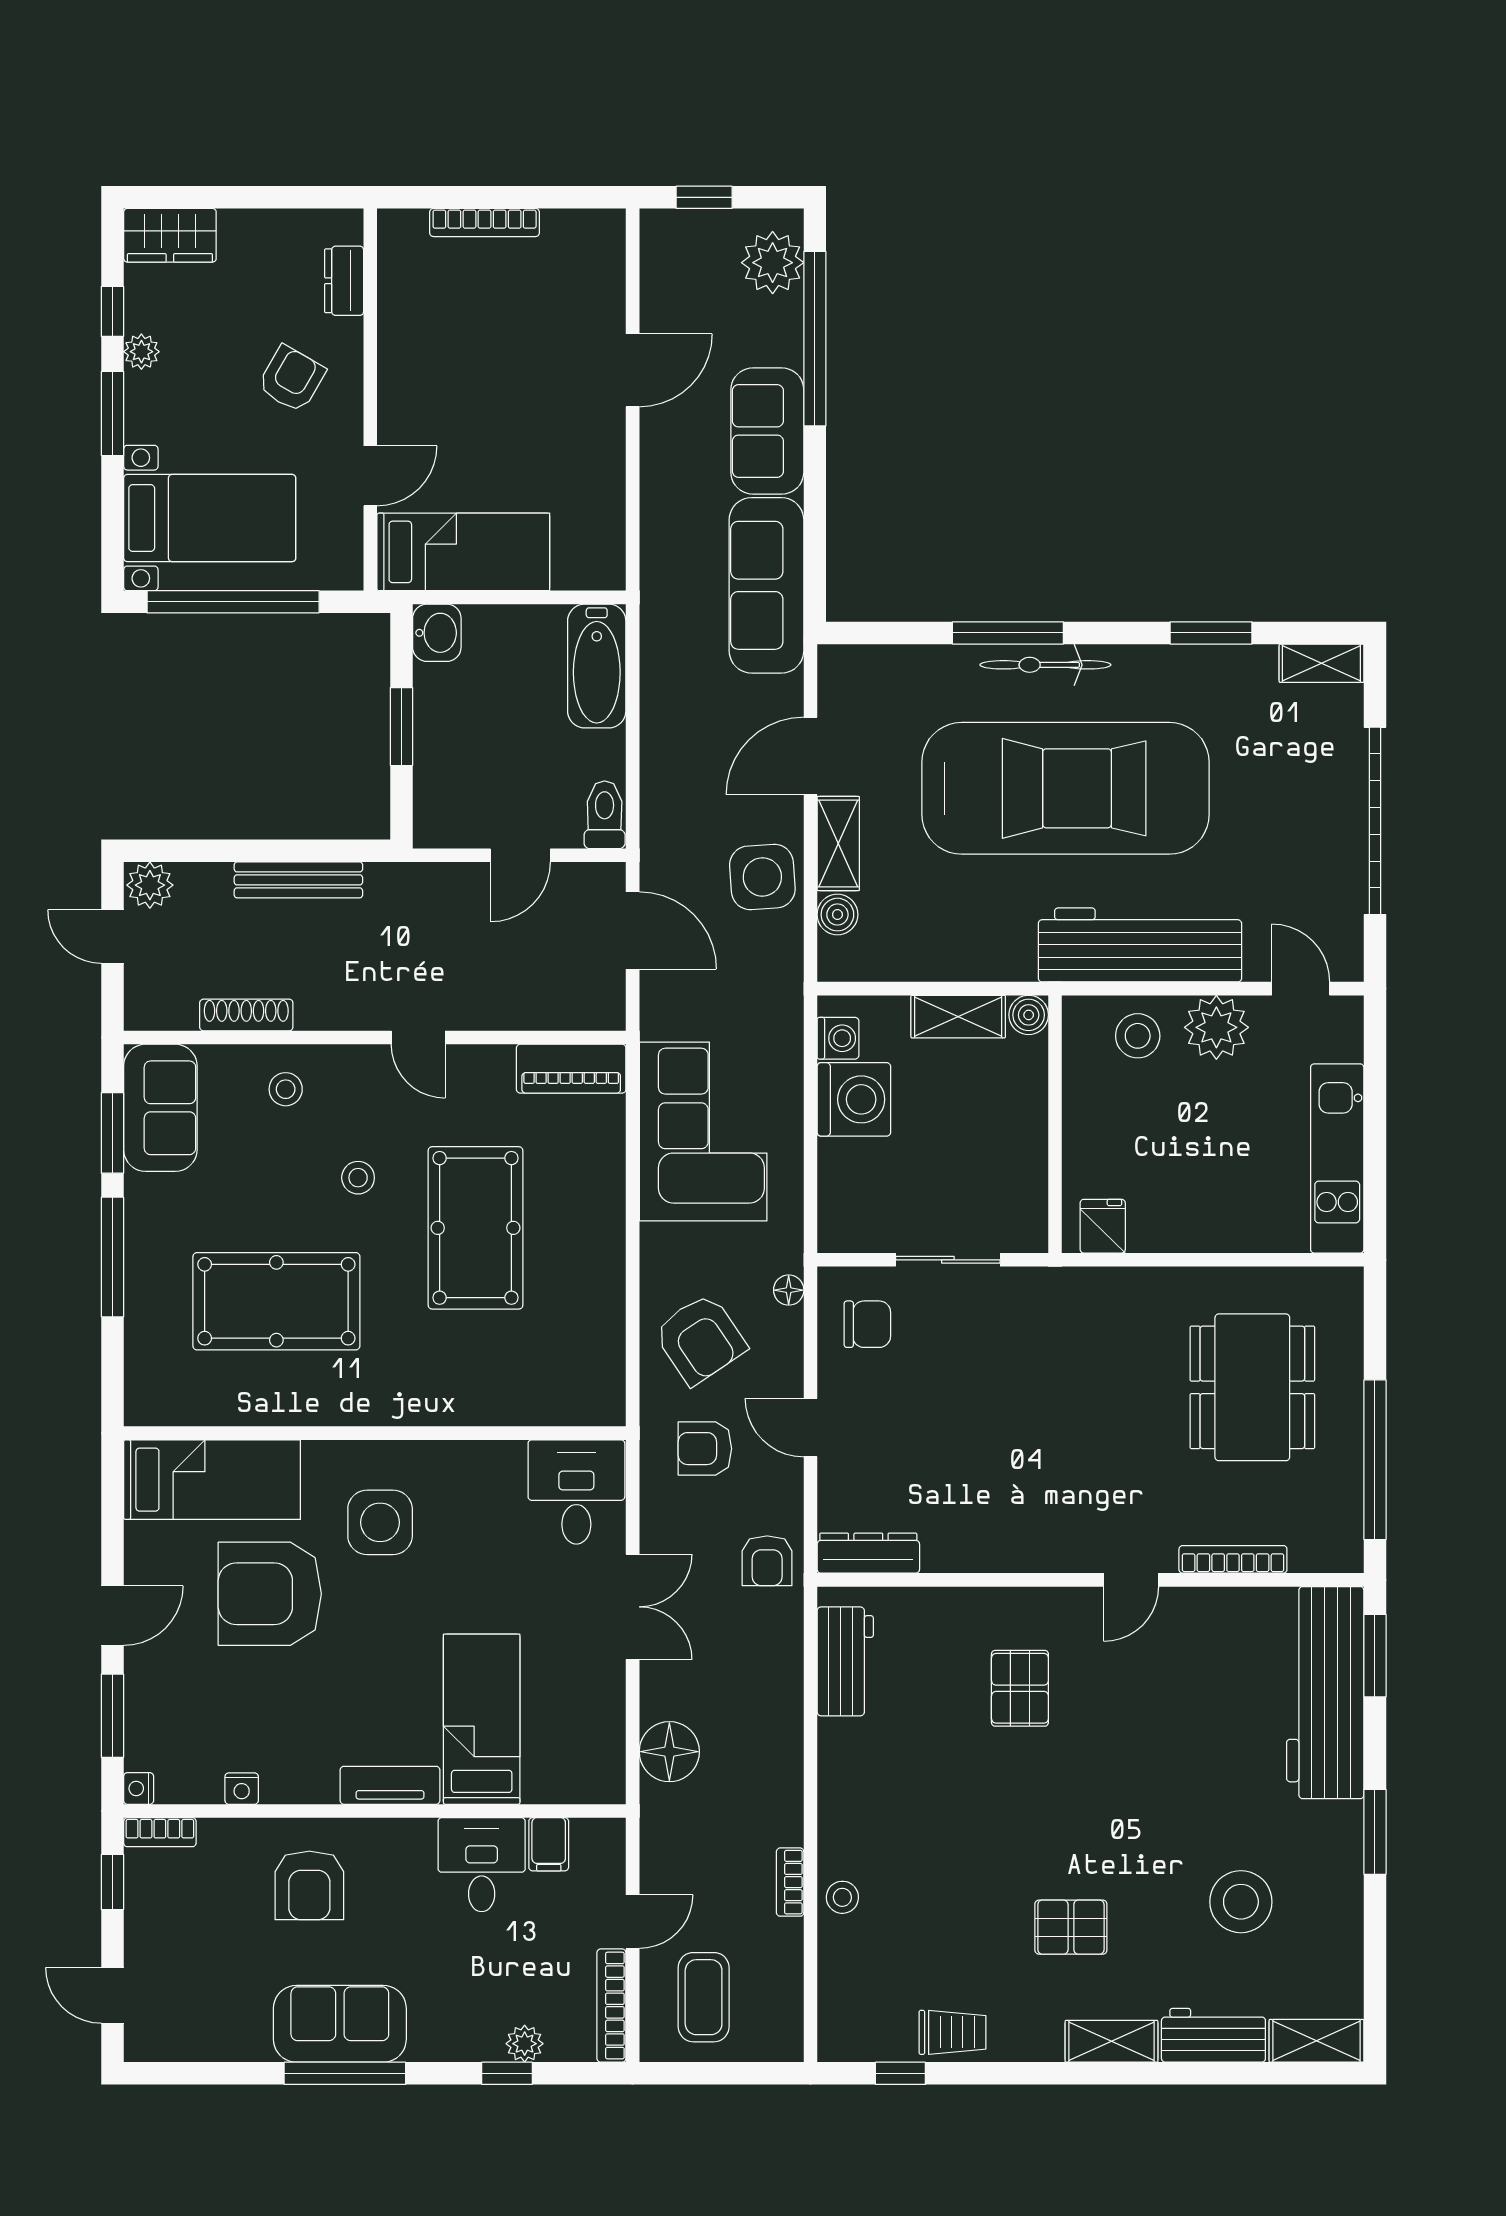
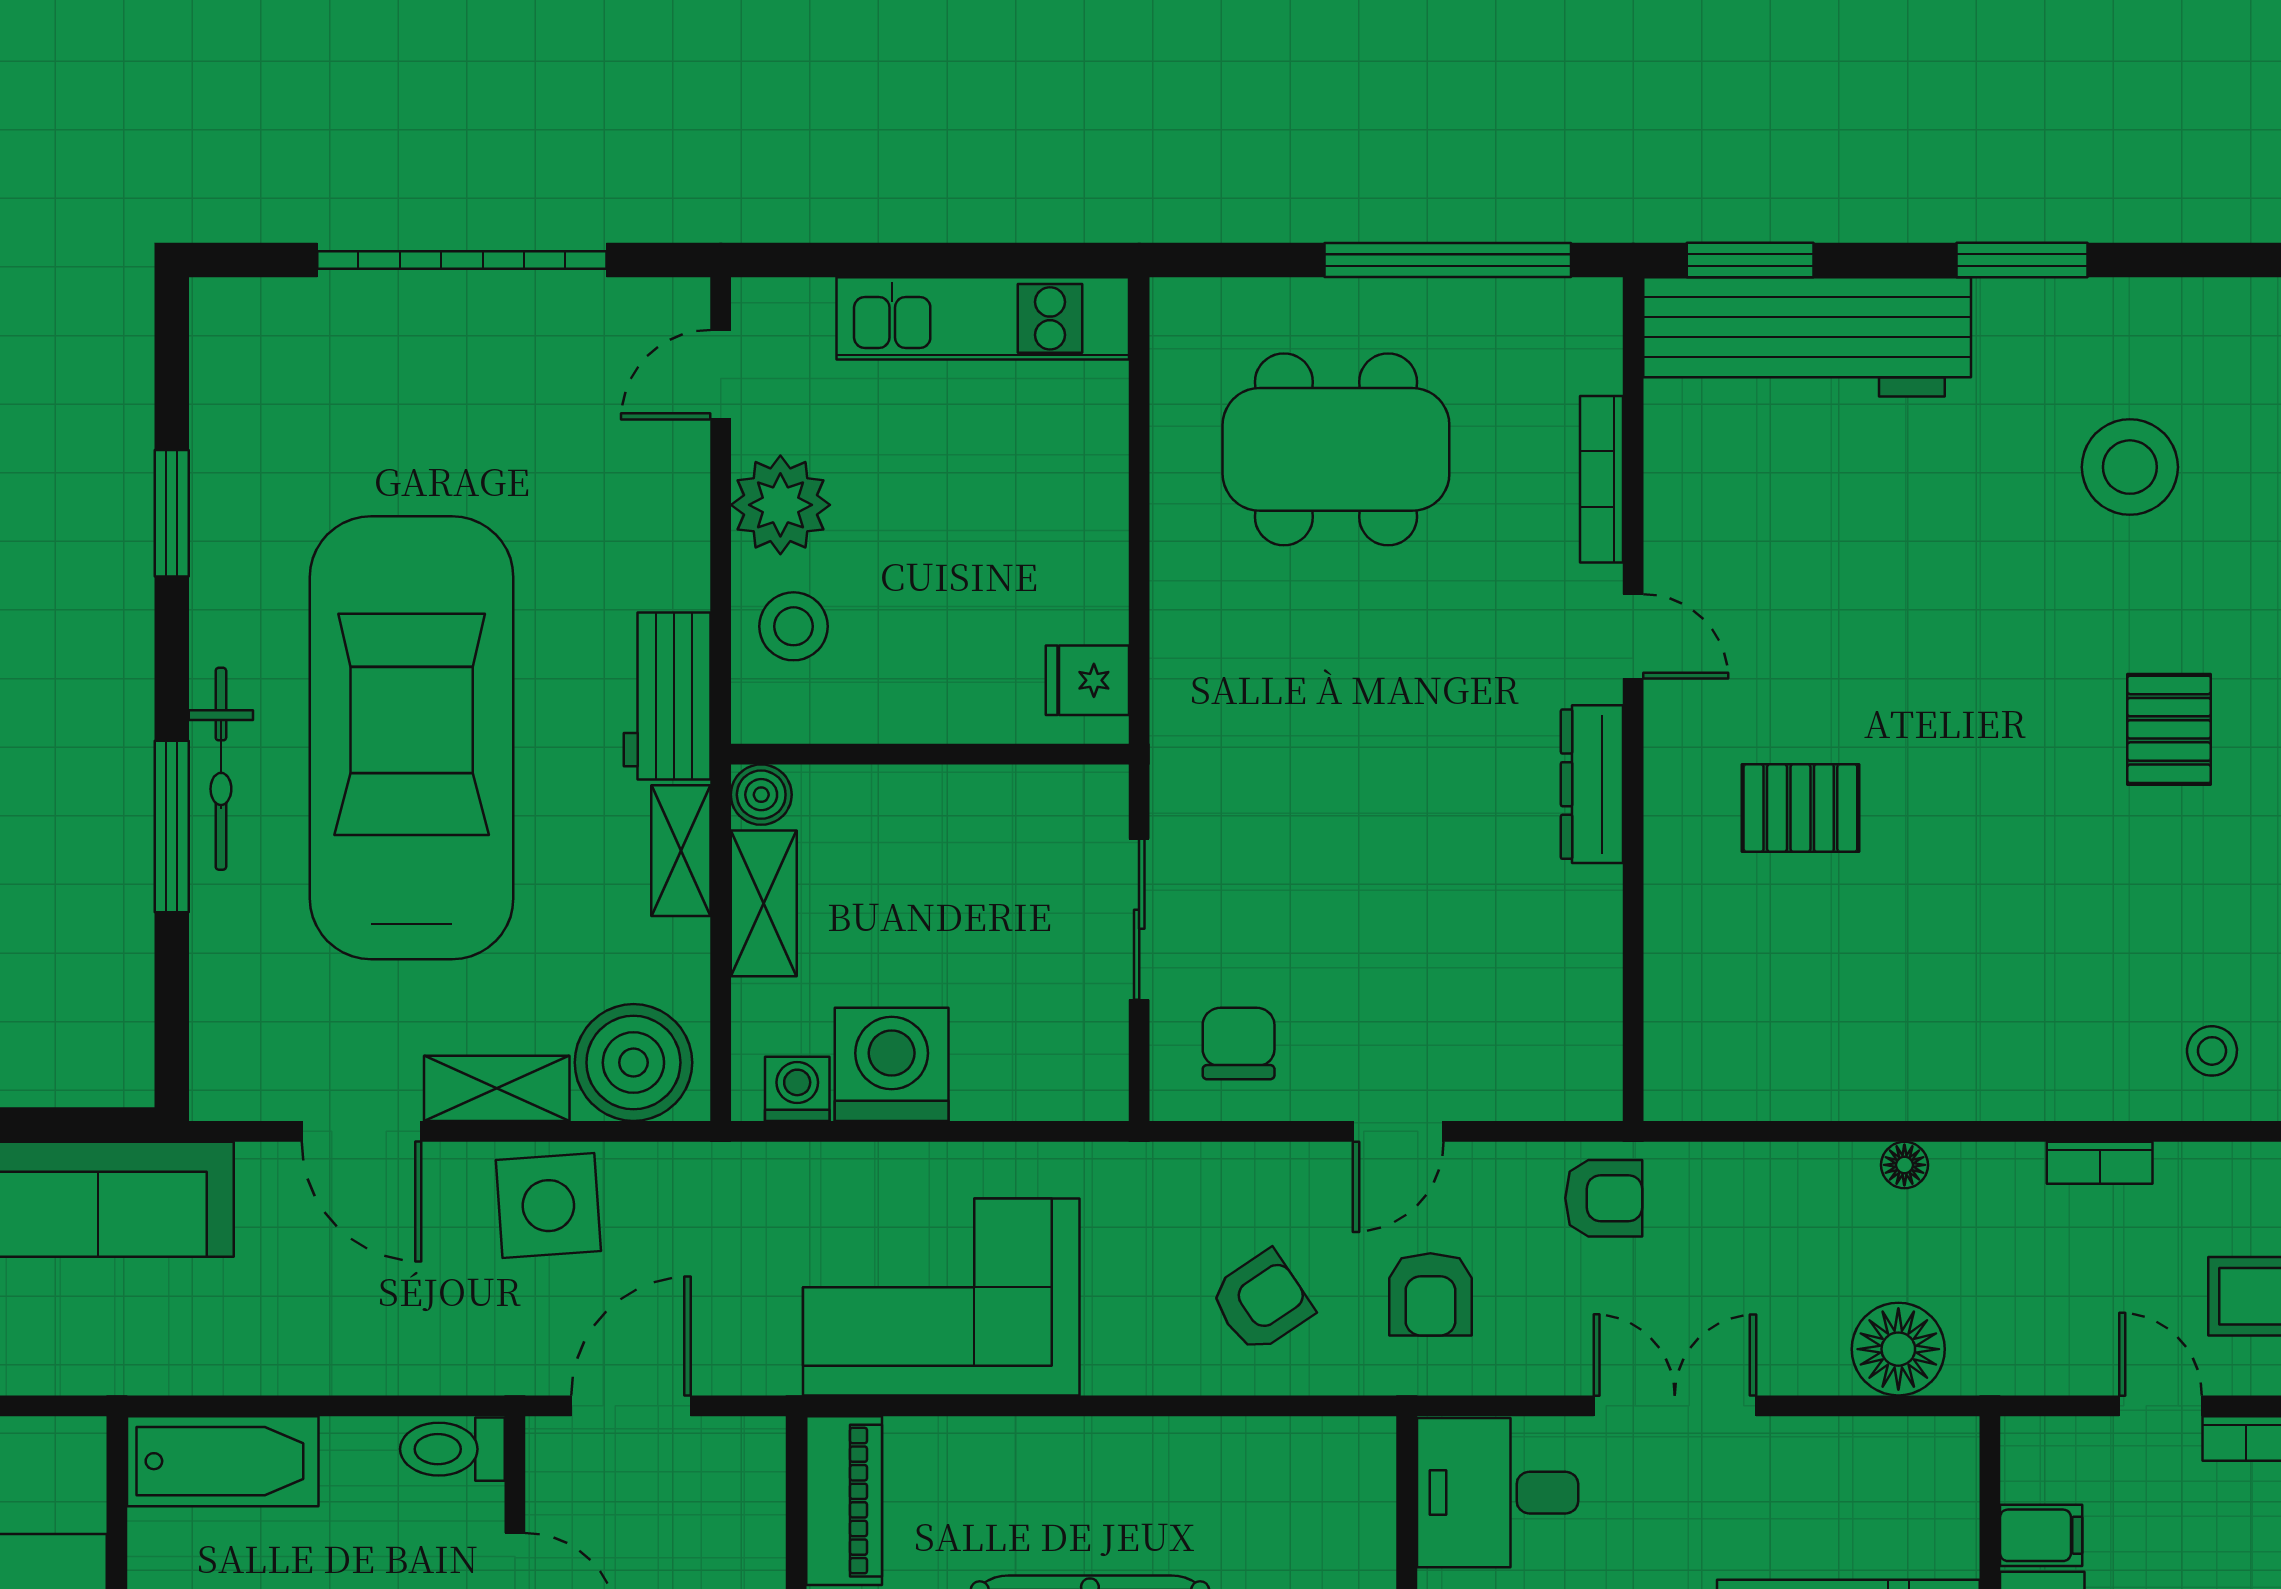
shelving: (1321, 663) -> (681, 851), moved
boiler: (837, 915) -> (633, 1063), width x1.86, depth x1.86
workbench: (1140, 945) -> (667, 696), width x0.53, depth x0.76
floor lamp: (789, 1290) -> (1904, 1165), moved
armchair: (700, 1339) -> (1261, 1302), width x0.72, depth x0.72
dresser: (868, 1553) -> (1592, 784), moved
workbench: (845, 1661) -> (1759, 1078), removed
stool: (842, 1897) -> (2212, 1051), moved

